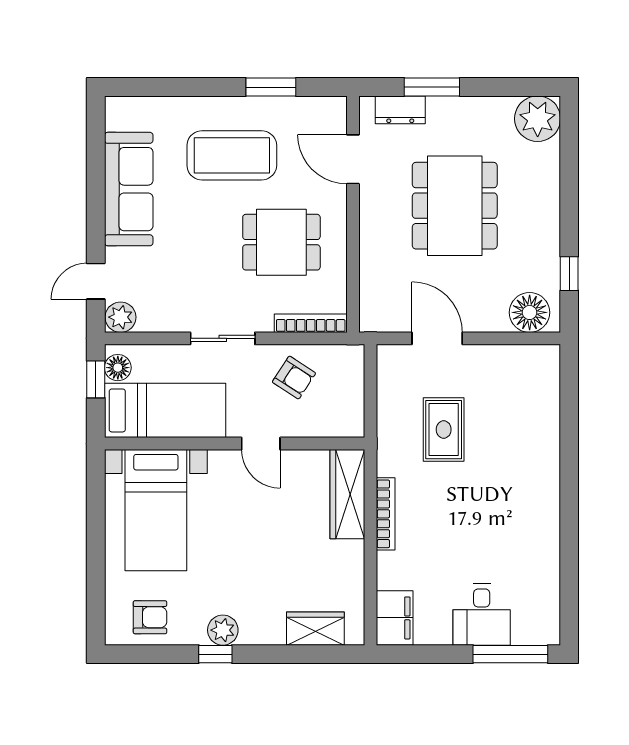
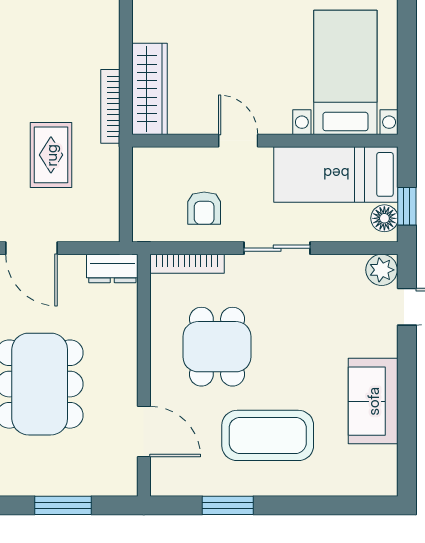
dresser: (400, 110) -> (112, 269), moved, turned 180
sofa: (129, 189) -> (373, 401), width x0.73
dining table: (281, 242) -> (217, 347), turned 90
door: (437, 338) -> (31, 248), moved
armchair: (294, 378) -> (204, 208), turned -123
bookcase: (386, 514) -> (110, 106), moved

